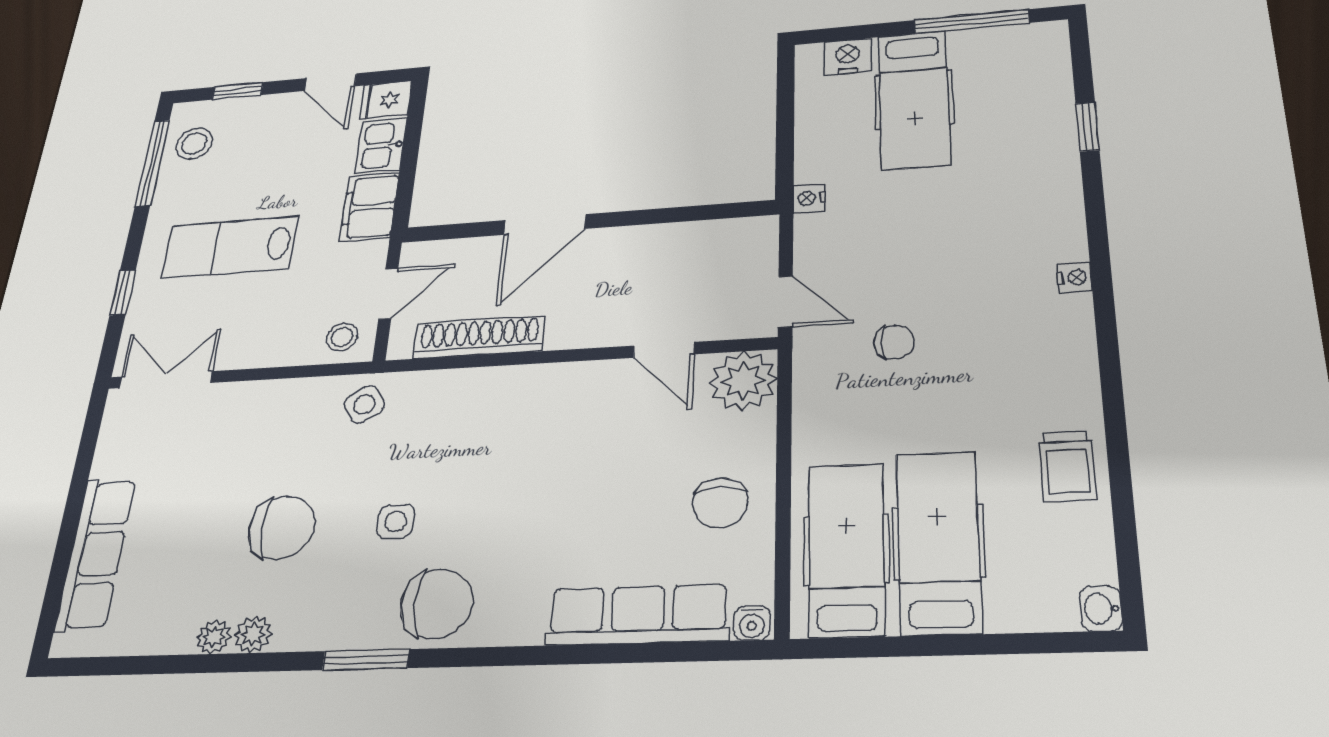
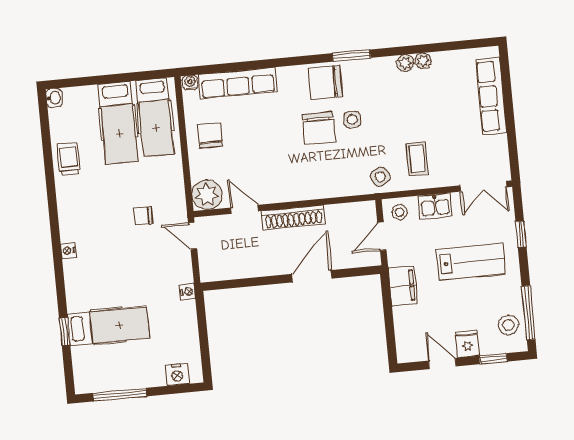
hospital bed: (914, 99) -> (108, 326), moved, turned 90
fridge: (386, 100) -> (467, 344), moved, turned -90
kitchen sink: (381, 145) -> (435, 206), moved, turned 90
shoe rack: (479, 337) -> (294, 217), moved
coffee table: (280, 436) -> (417, 159), added
chair: (281, 528) -> (319, 128), moved, turned -90

